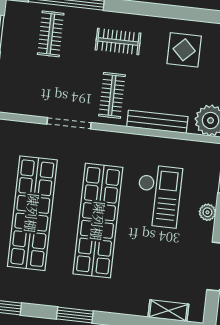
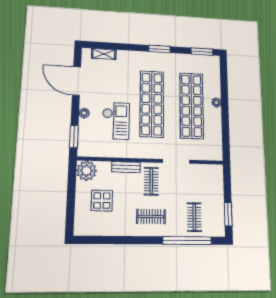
display table: (184, 50) -> (102, 201), moved
bench: (157, 122) -> (126, 167), width x0.73
checkout: (159, 196) -> (116, 121), turned 180

